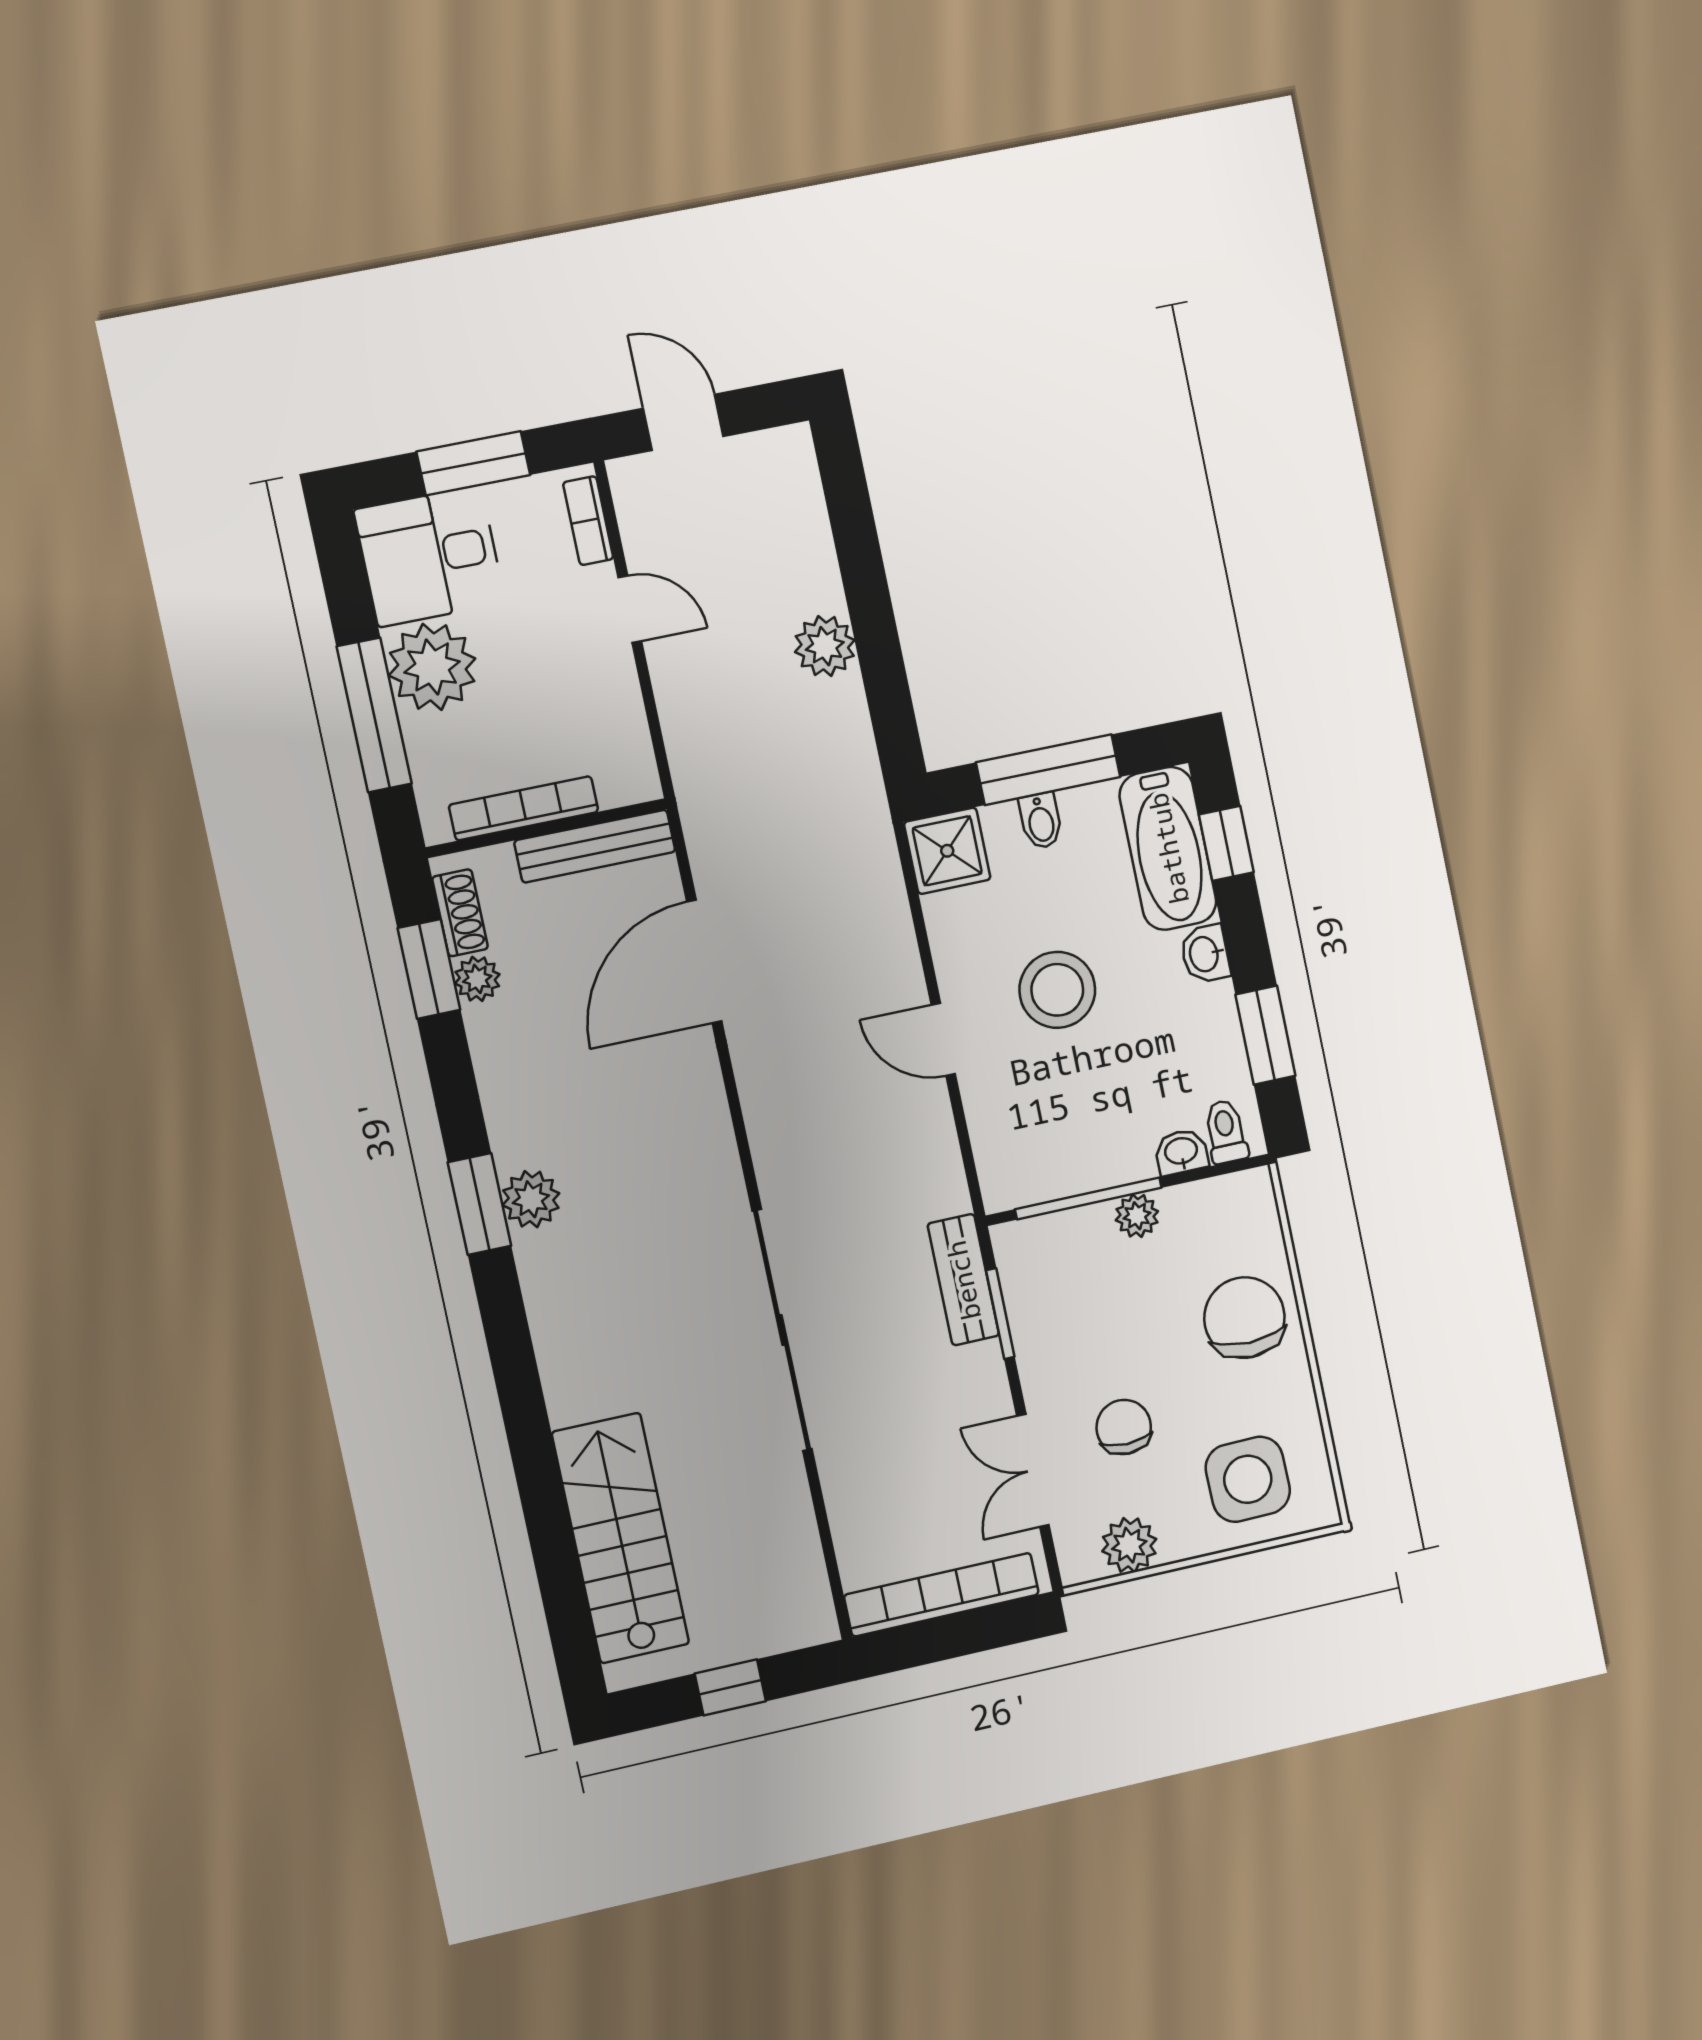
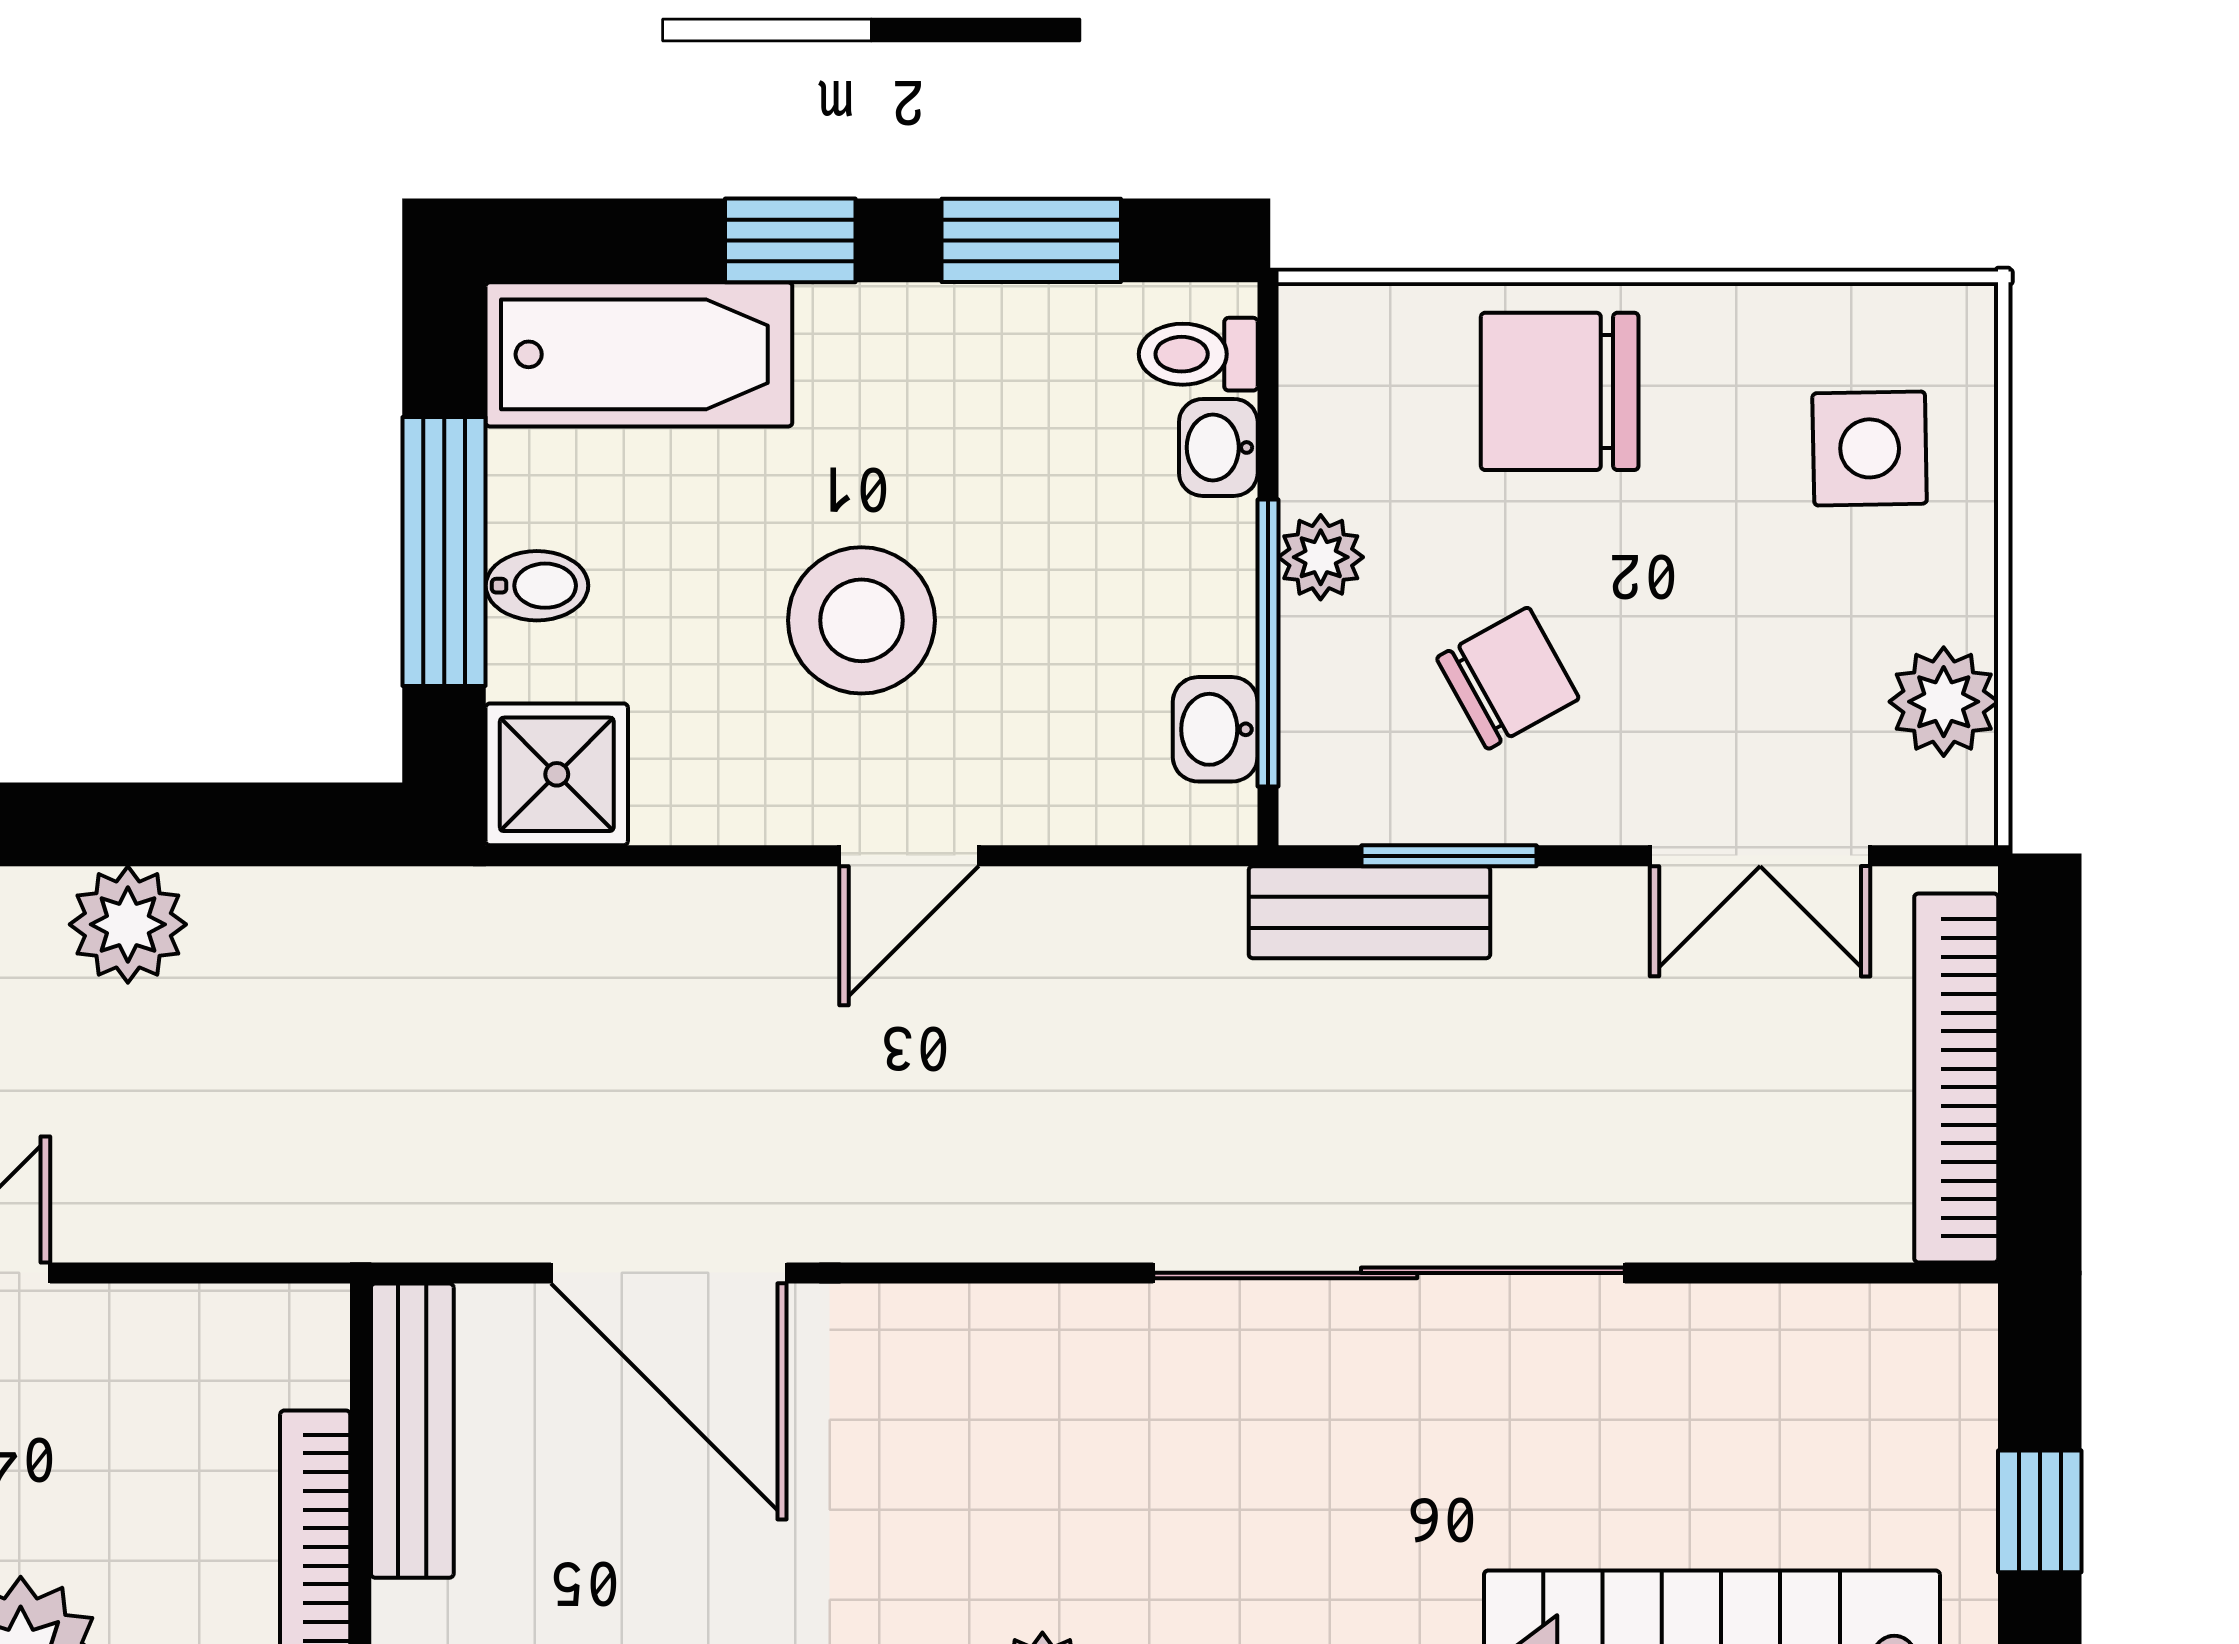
window: (1226, 843) -> (790, 240), moved
washbasin: (1205, 954) -> (1215, 729), moved, turned 90
chair: (1124, 1427) -> (1508, 678), moved, turned 151
side table: (1248, 1479) -> (1870, 448), width x0.73, depth x0.73

